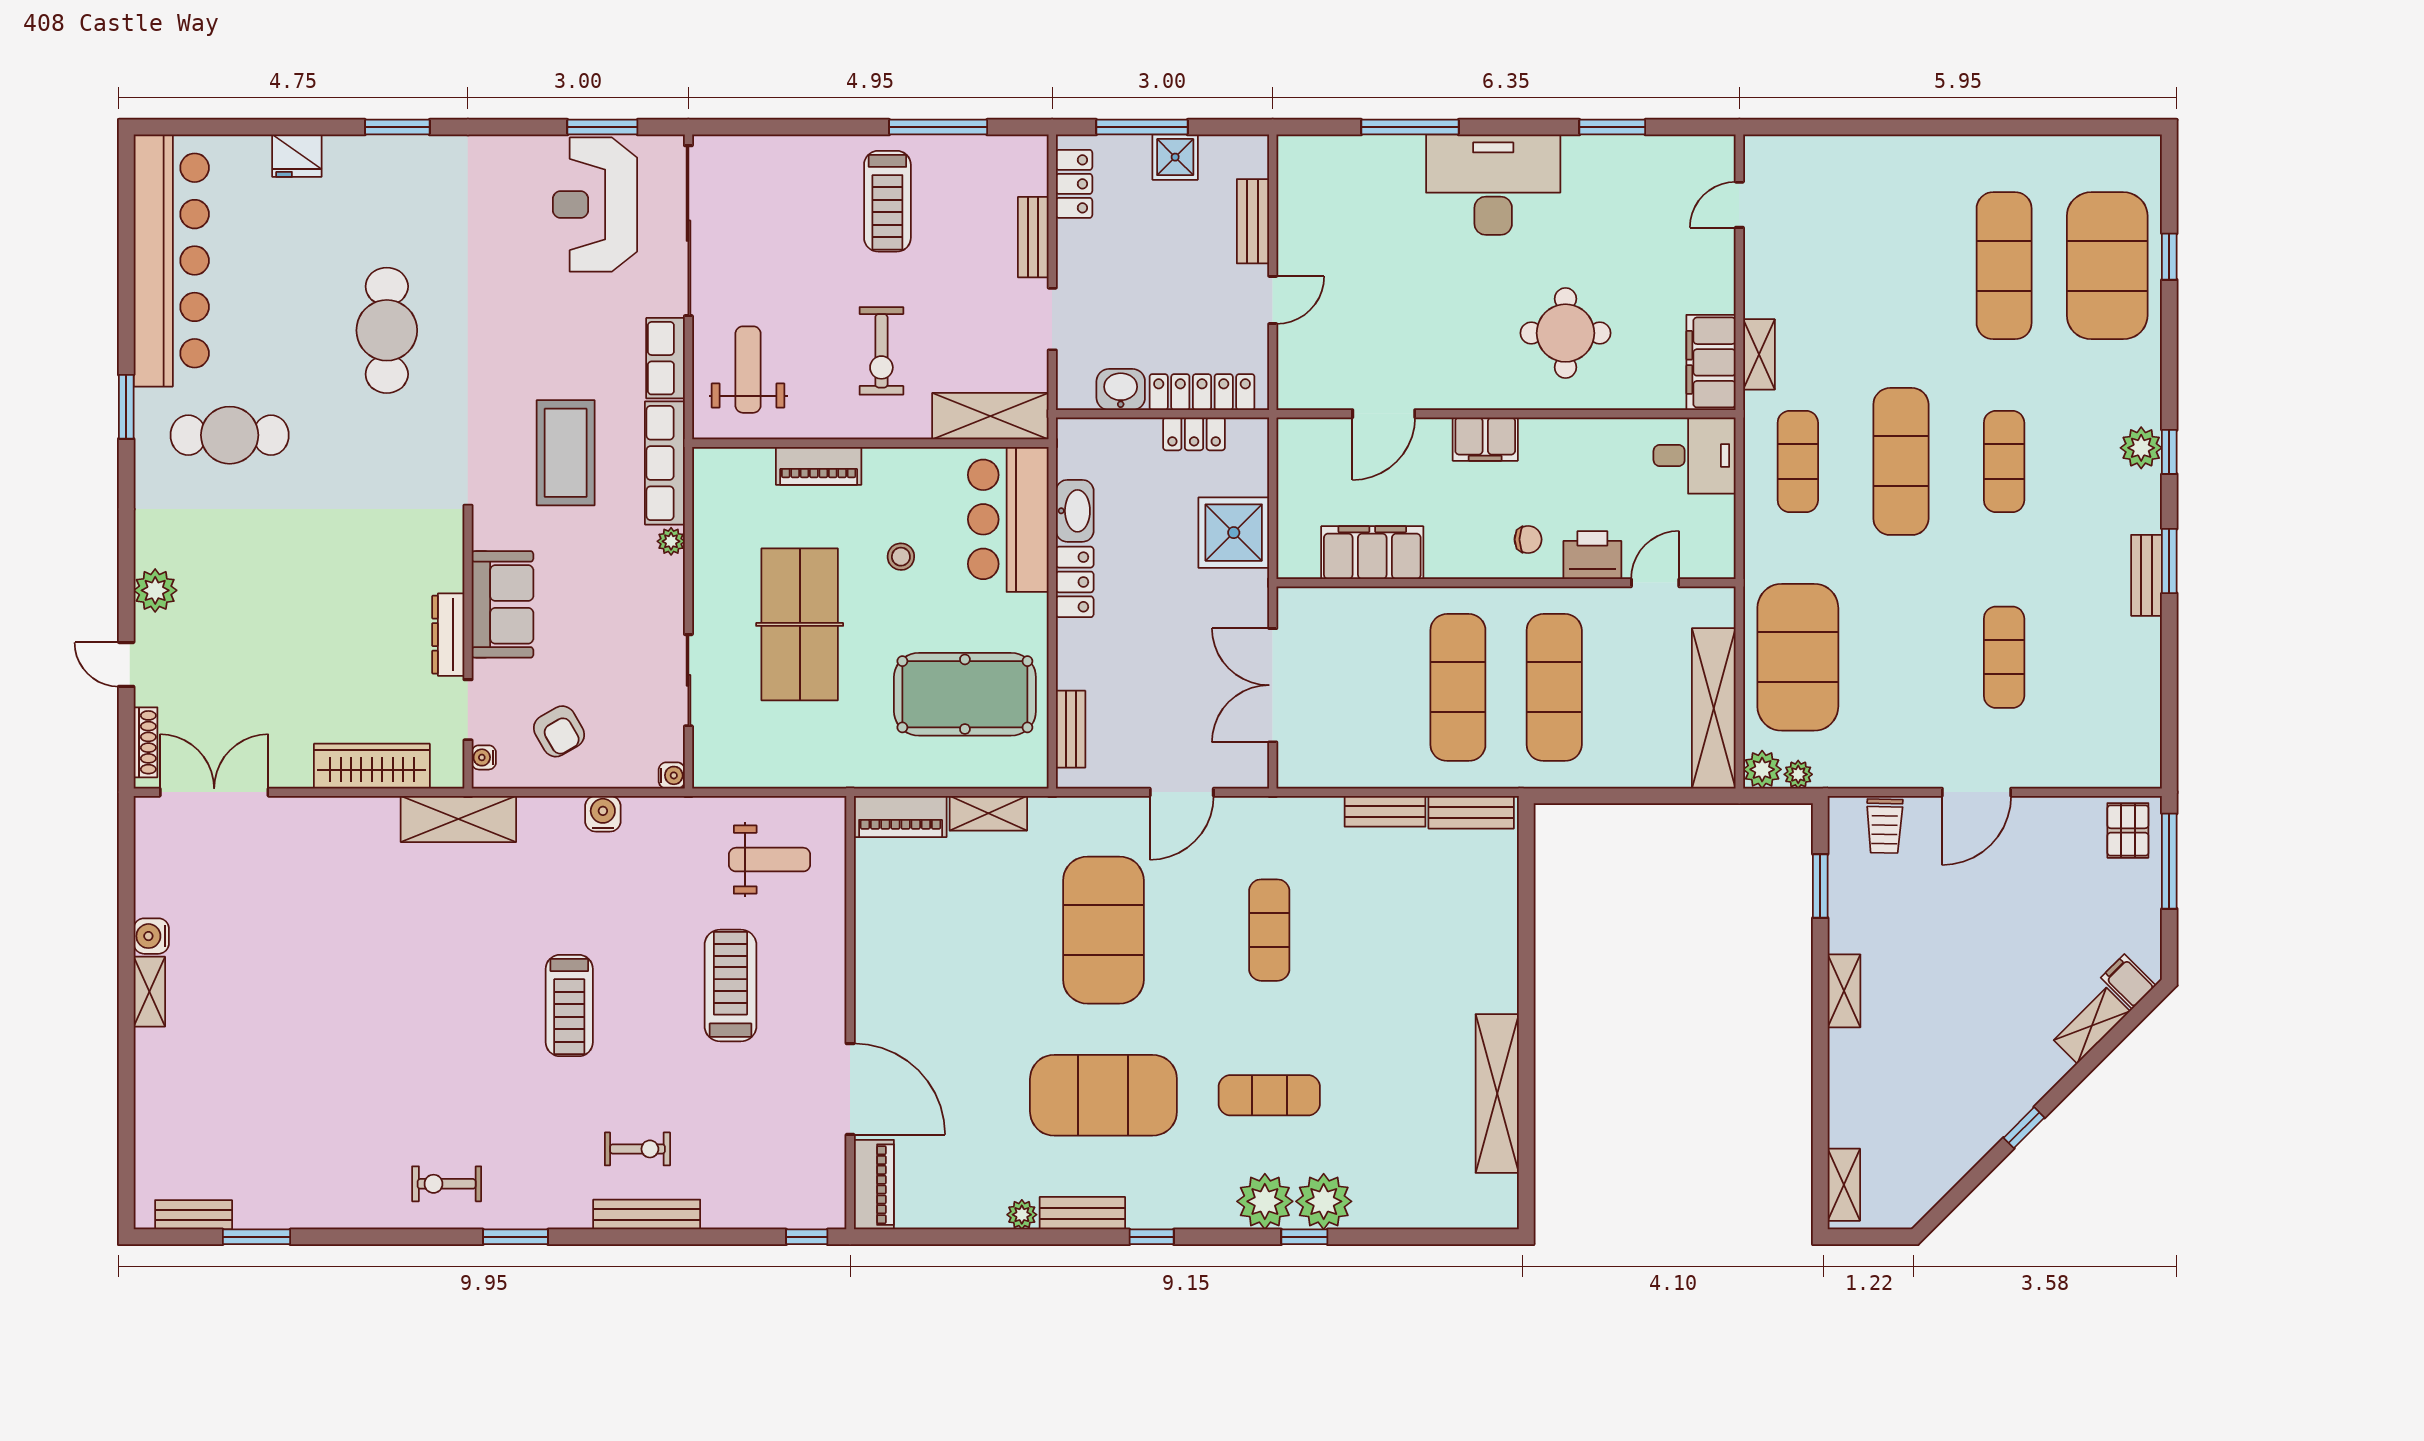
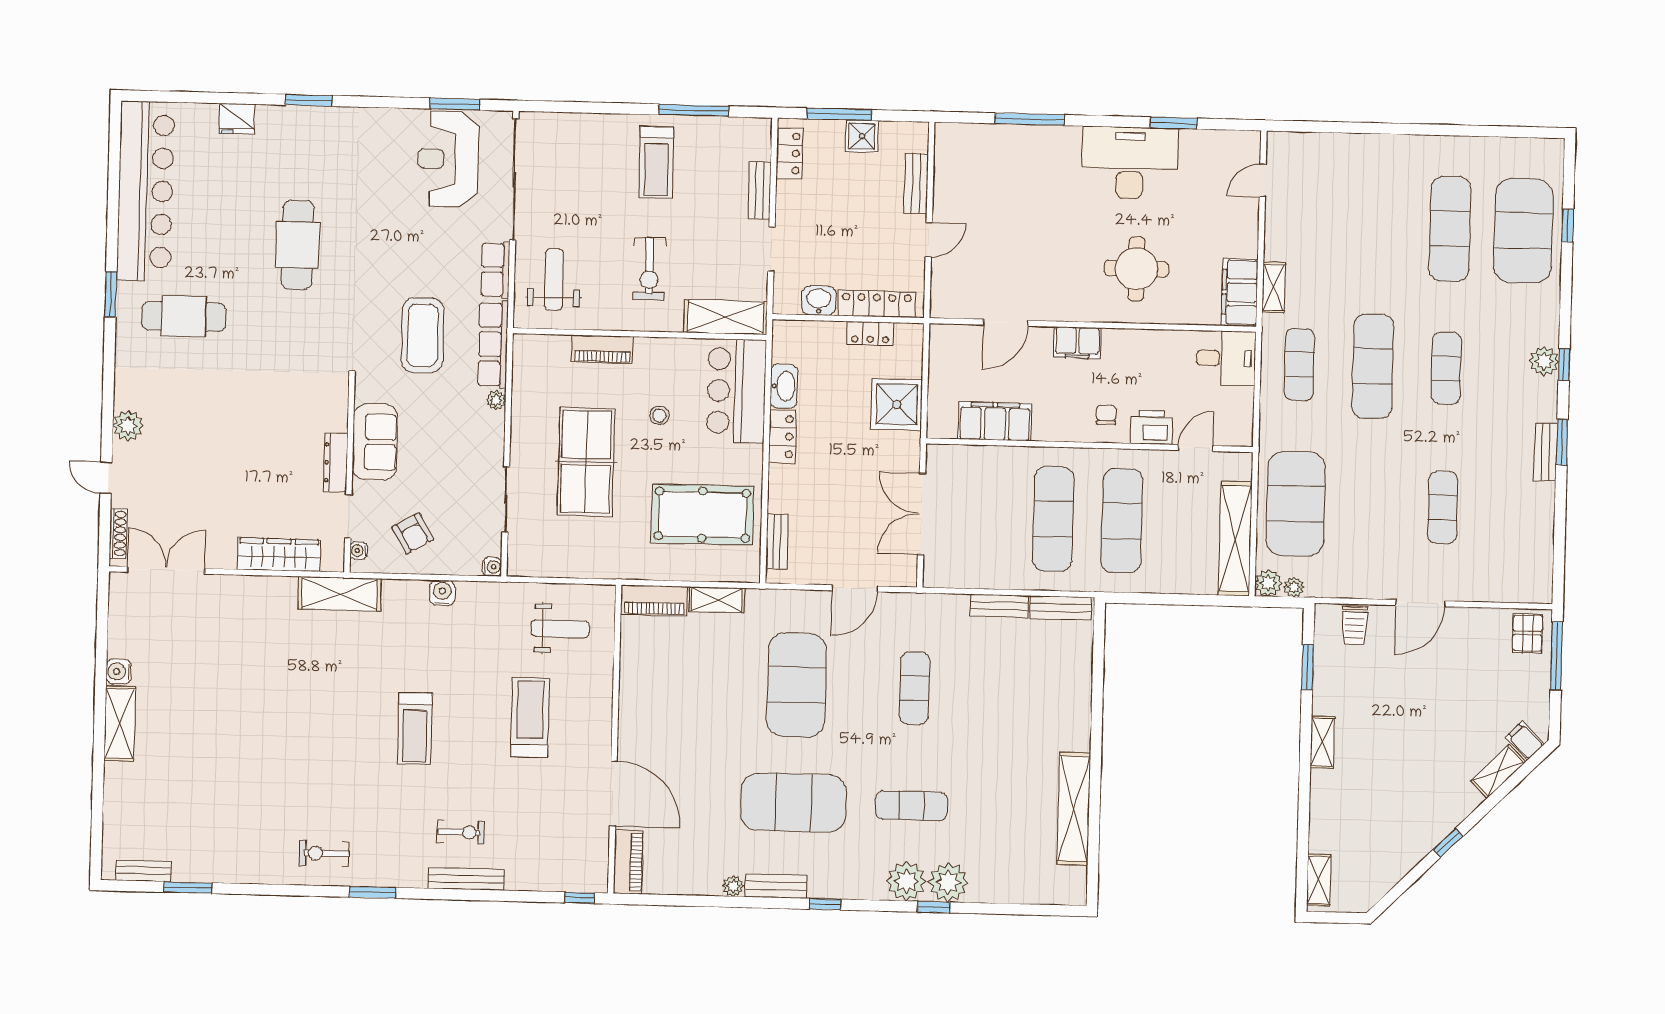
desk: (1493, 185) -> (1130, 163), moved
chair: (1528, 539) -> (1106, 415), turned -91
shelving: (149, 992) -> (120, 724), width x1.50, depth x1.33

